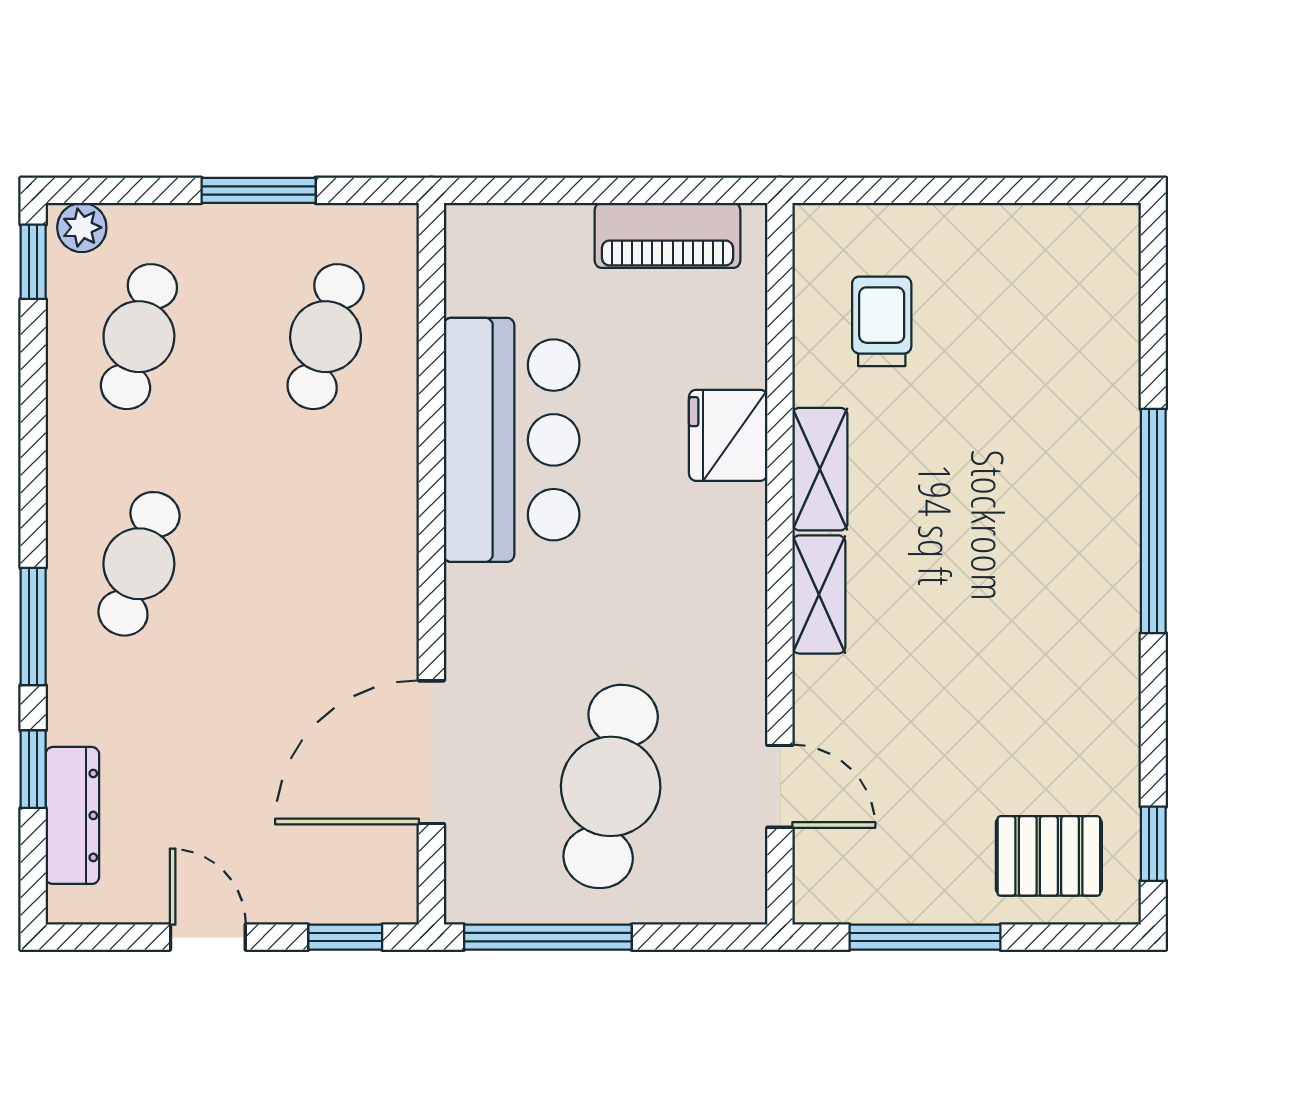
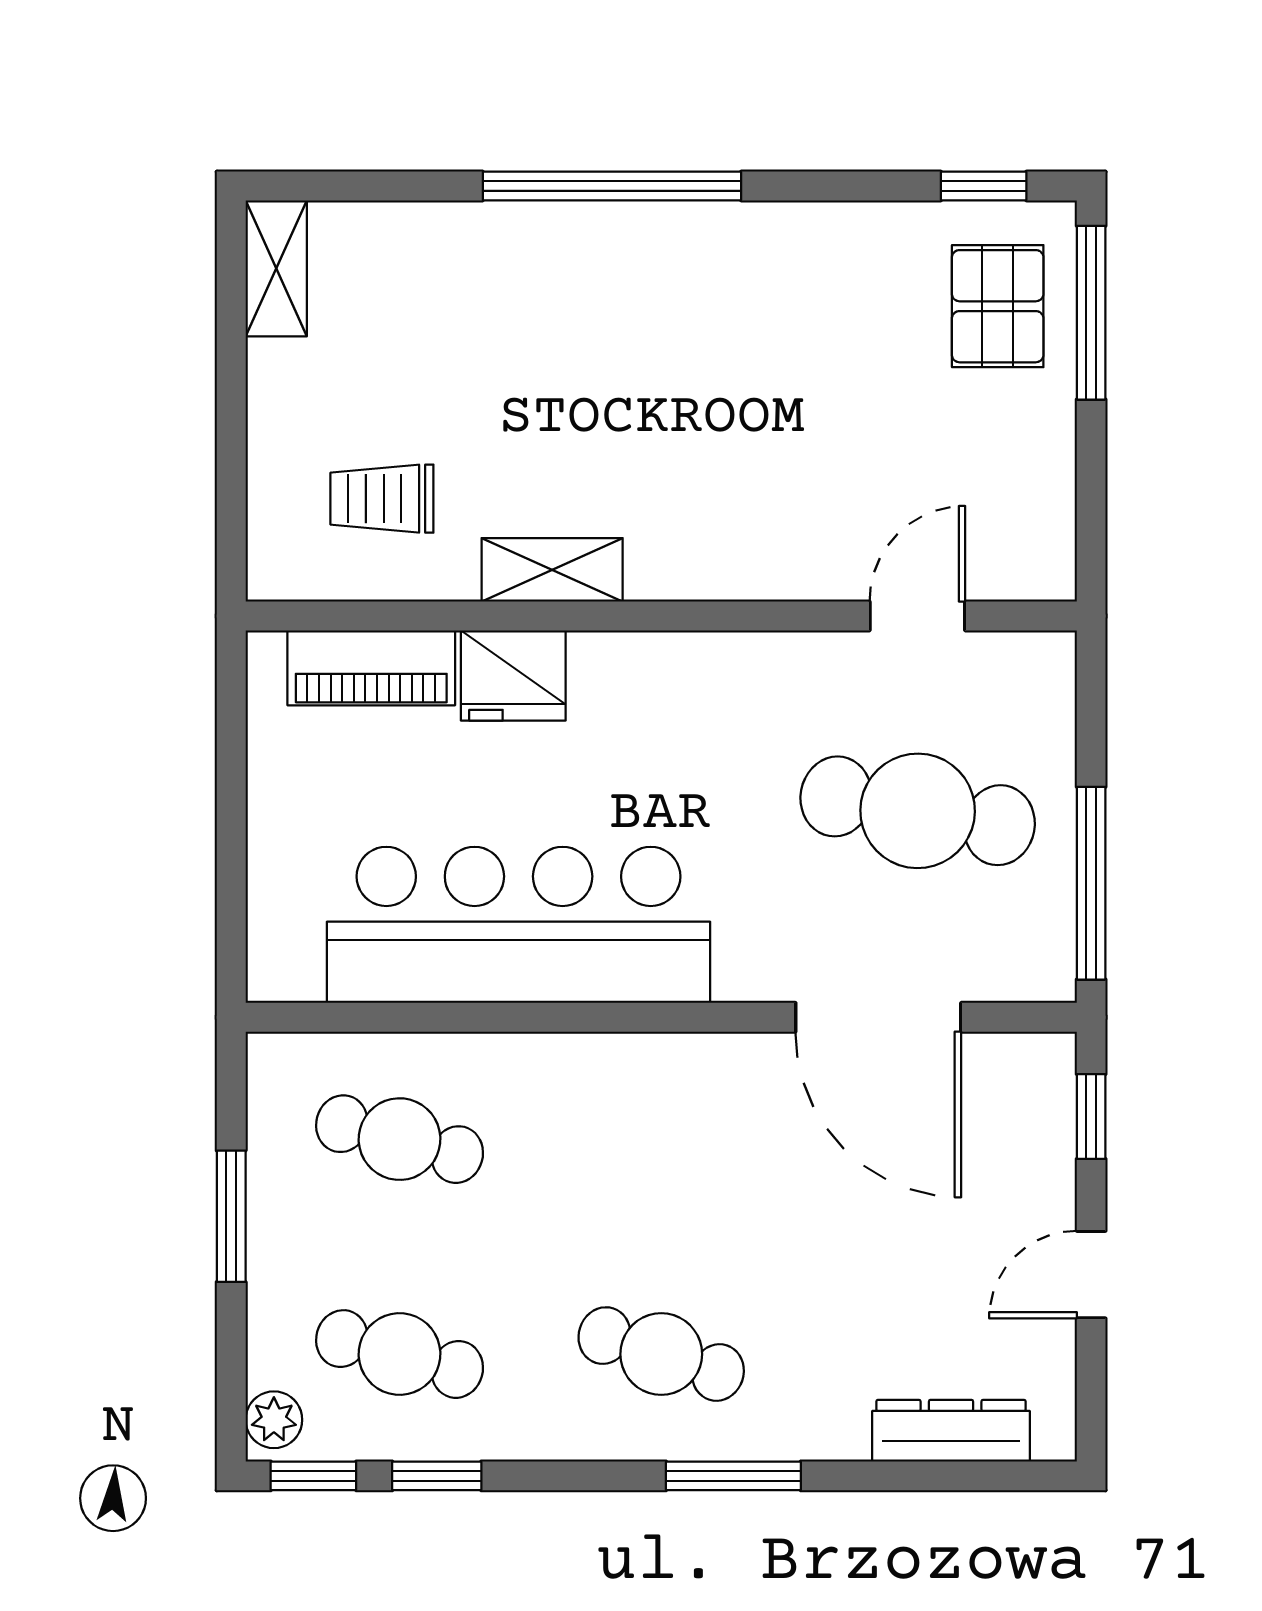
piano: (667, 235) -> (371, 668), moved, turned 90
bar counter: (512, 440) -> (519, 925), width x1.36
shelving: (819, 594) -> (276, 268), moved, turned 90
window: (33, 769) -> (437, 1476), moved
window: (925, 937) -> (1091, 313), moved

